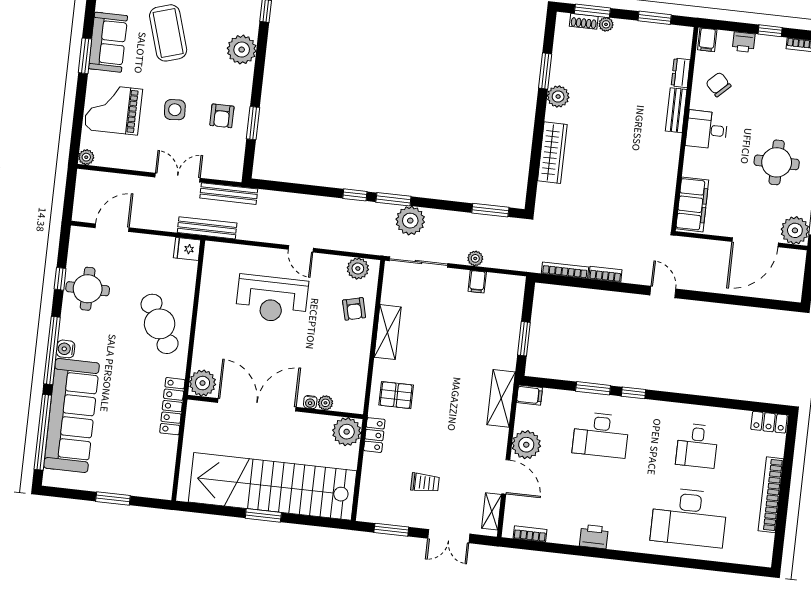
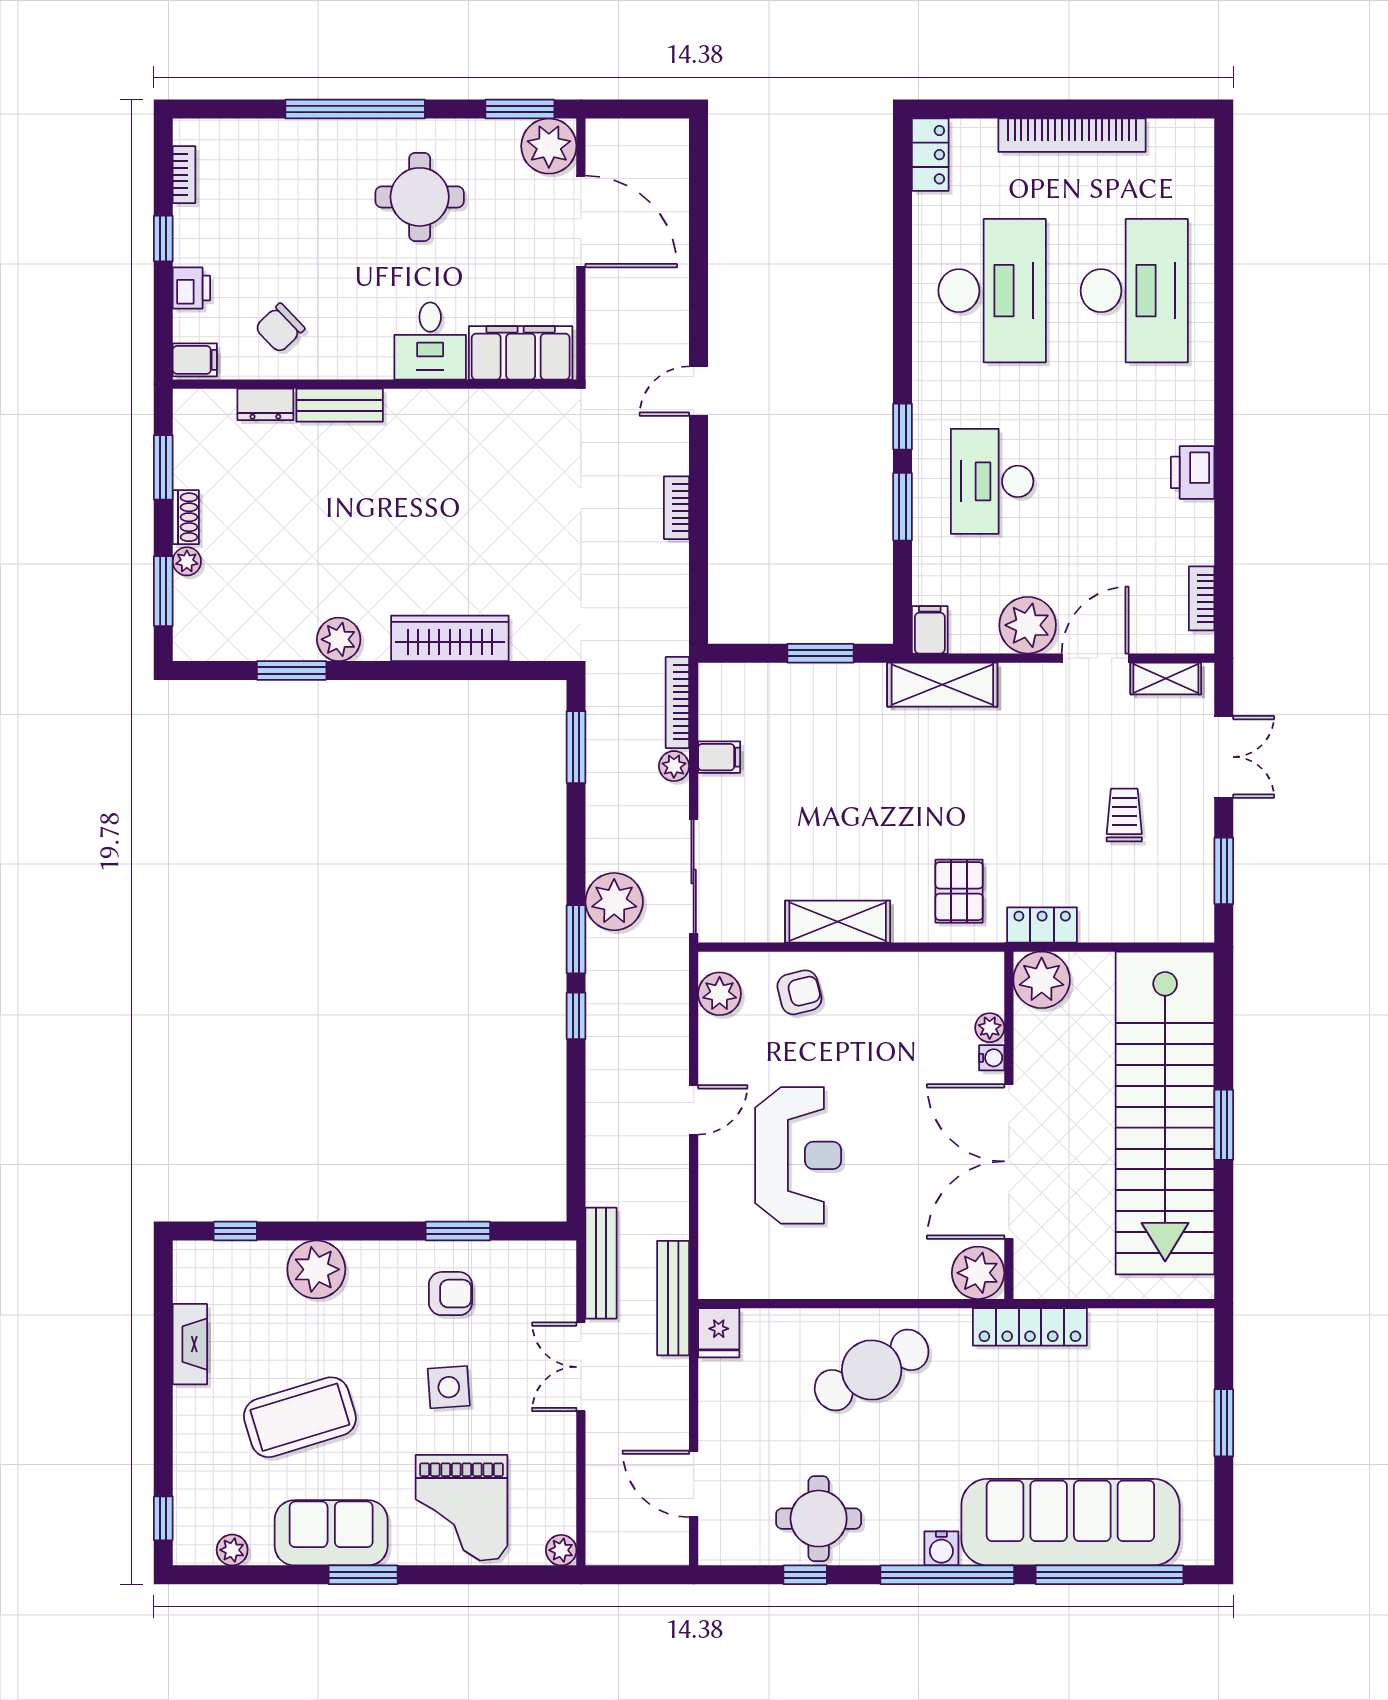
shoe rack: (584, 21) -> (186, 517), moved
desk: (707, 130) -> (430, 341), moved
bookcase: (565, 270) -> (677, 702), moved
desk: (601, 435) -> (992, 481), turned 180
desk: (697, 446) -> (992, 291), width x1.87, depth x1.30

